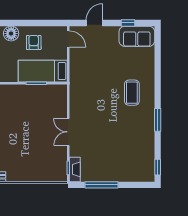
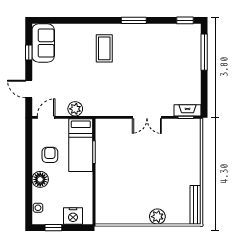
armchair: (34, 43) -> (50, 155), turned 90
plant: (76, 66) -> (75, 109), added
coffee table: (132, 93) -> (104, 48), turned 90
window: (102, 185) -> (204, 52), moved

